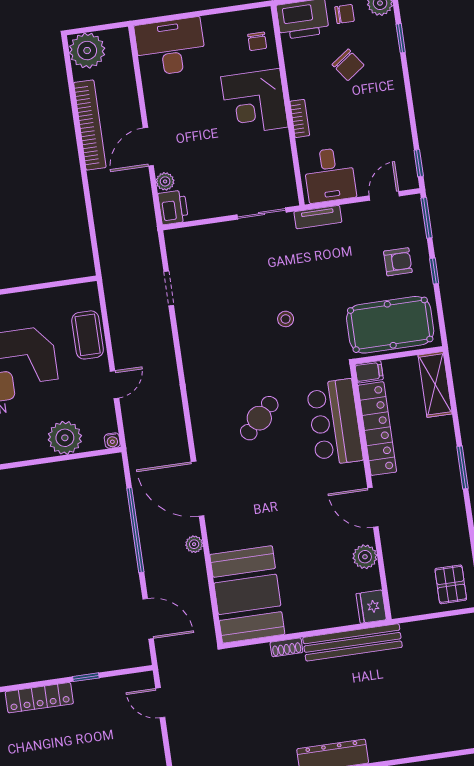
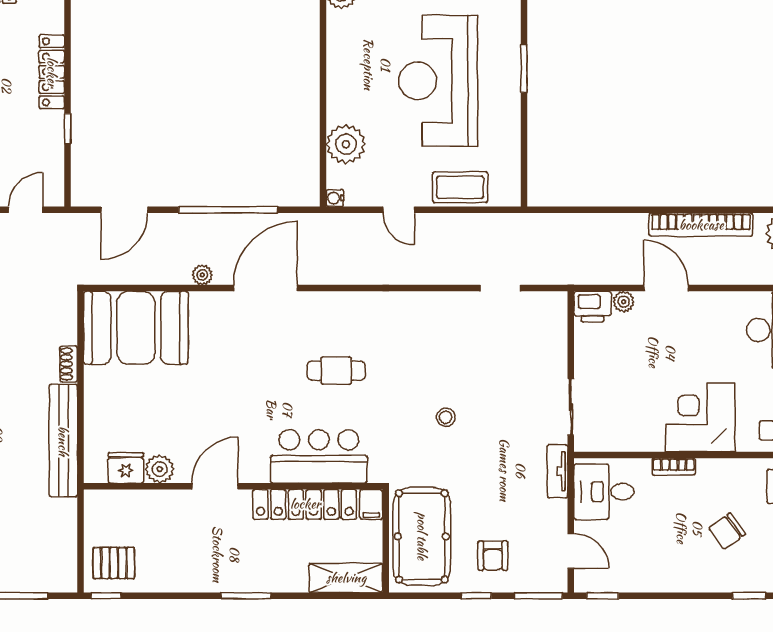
cafe table: (259, 418) -> (336, 371), turned -45
fridge: (371, 607) -> (126, 468), moved

